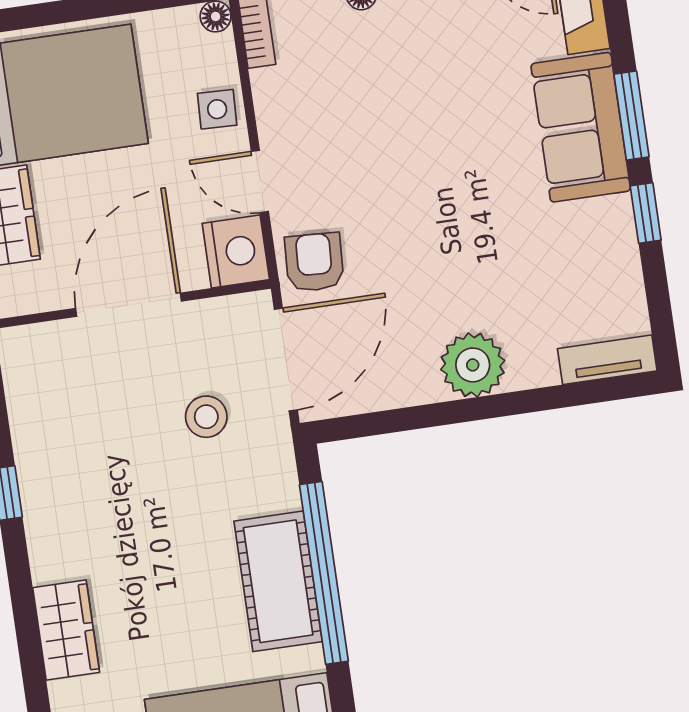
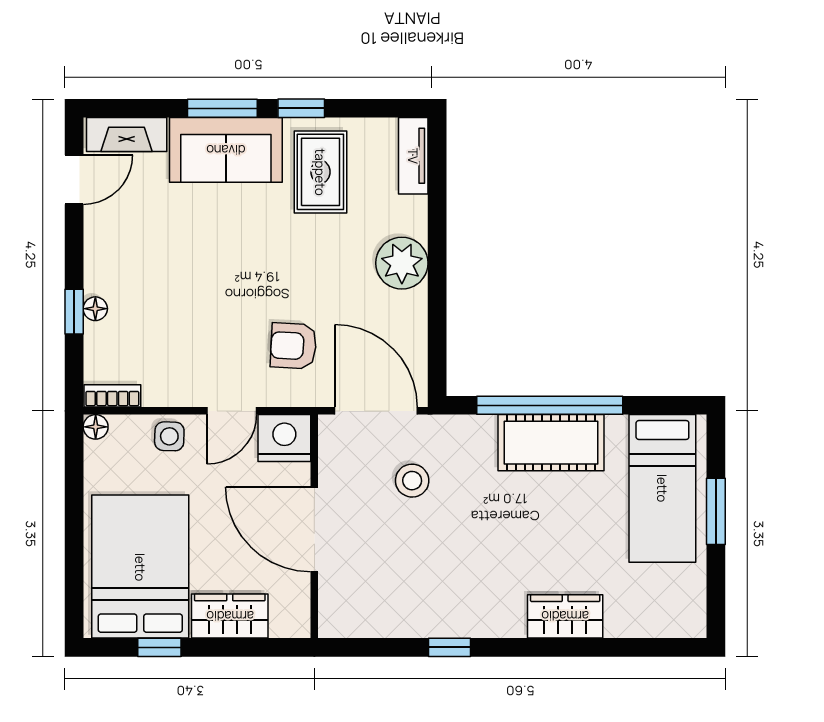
rug: (571, 248) -> (320, 172), added
armchair: (314, 262) -> (293, 346), moved

